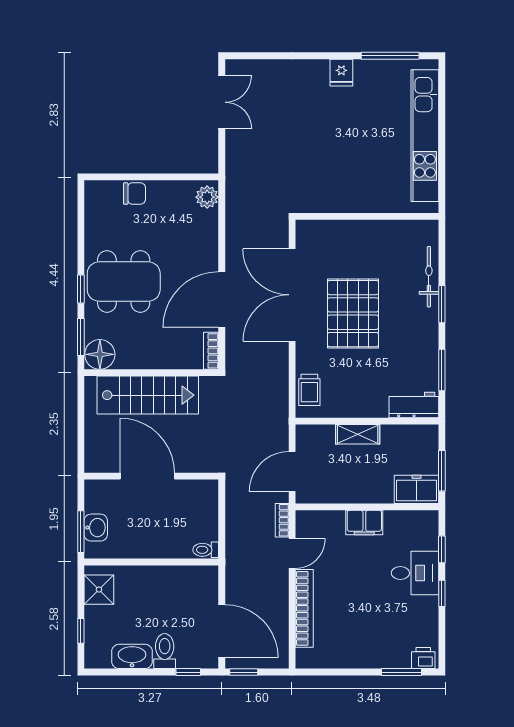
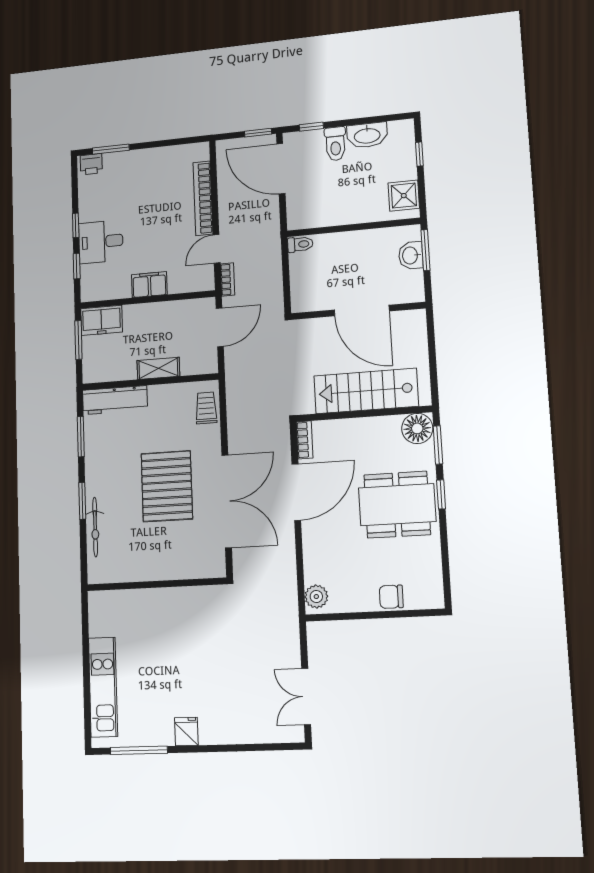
kitchen unit: (425, 136) -> (103, 687), width x0.73
workbench: (414, 405) -> (115, 400), width x1.37

